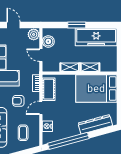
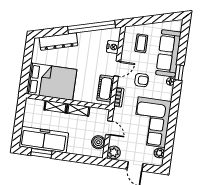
window: (77, 25) -> (41, 153), moved

